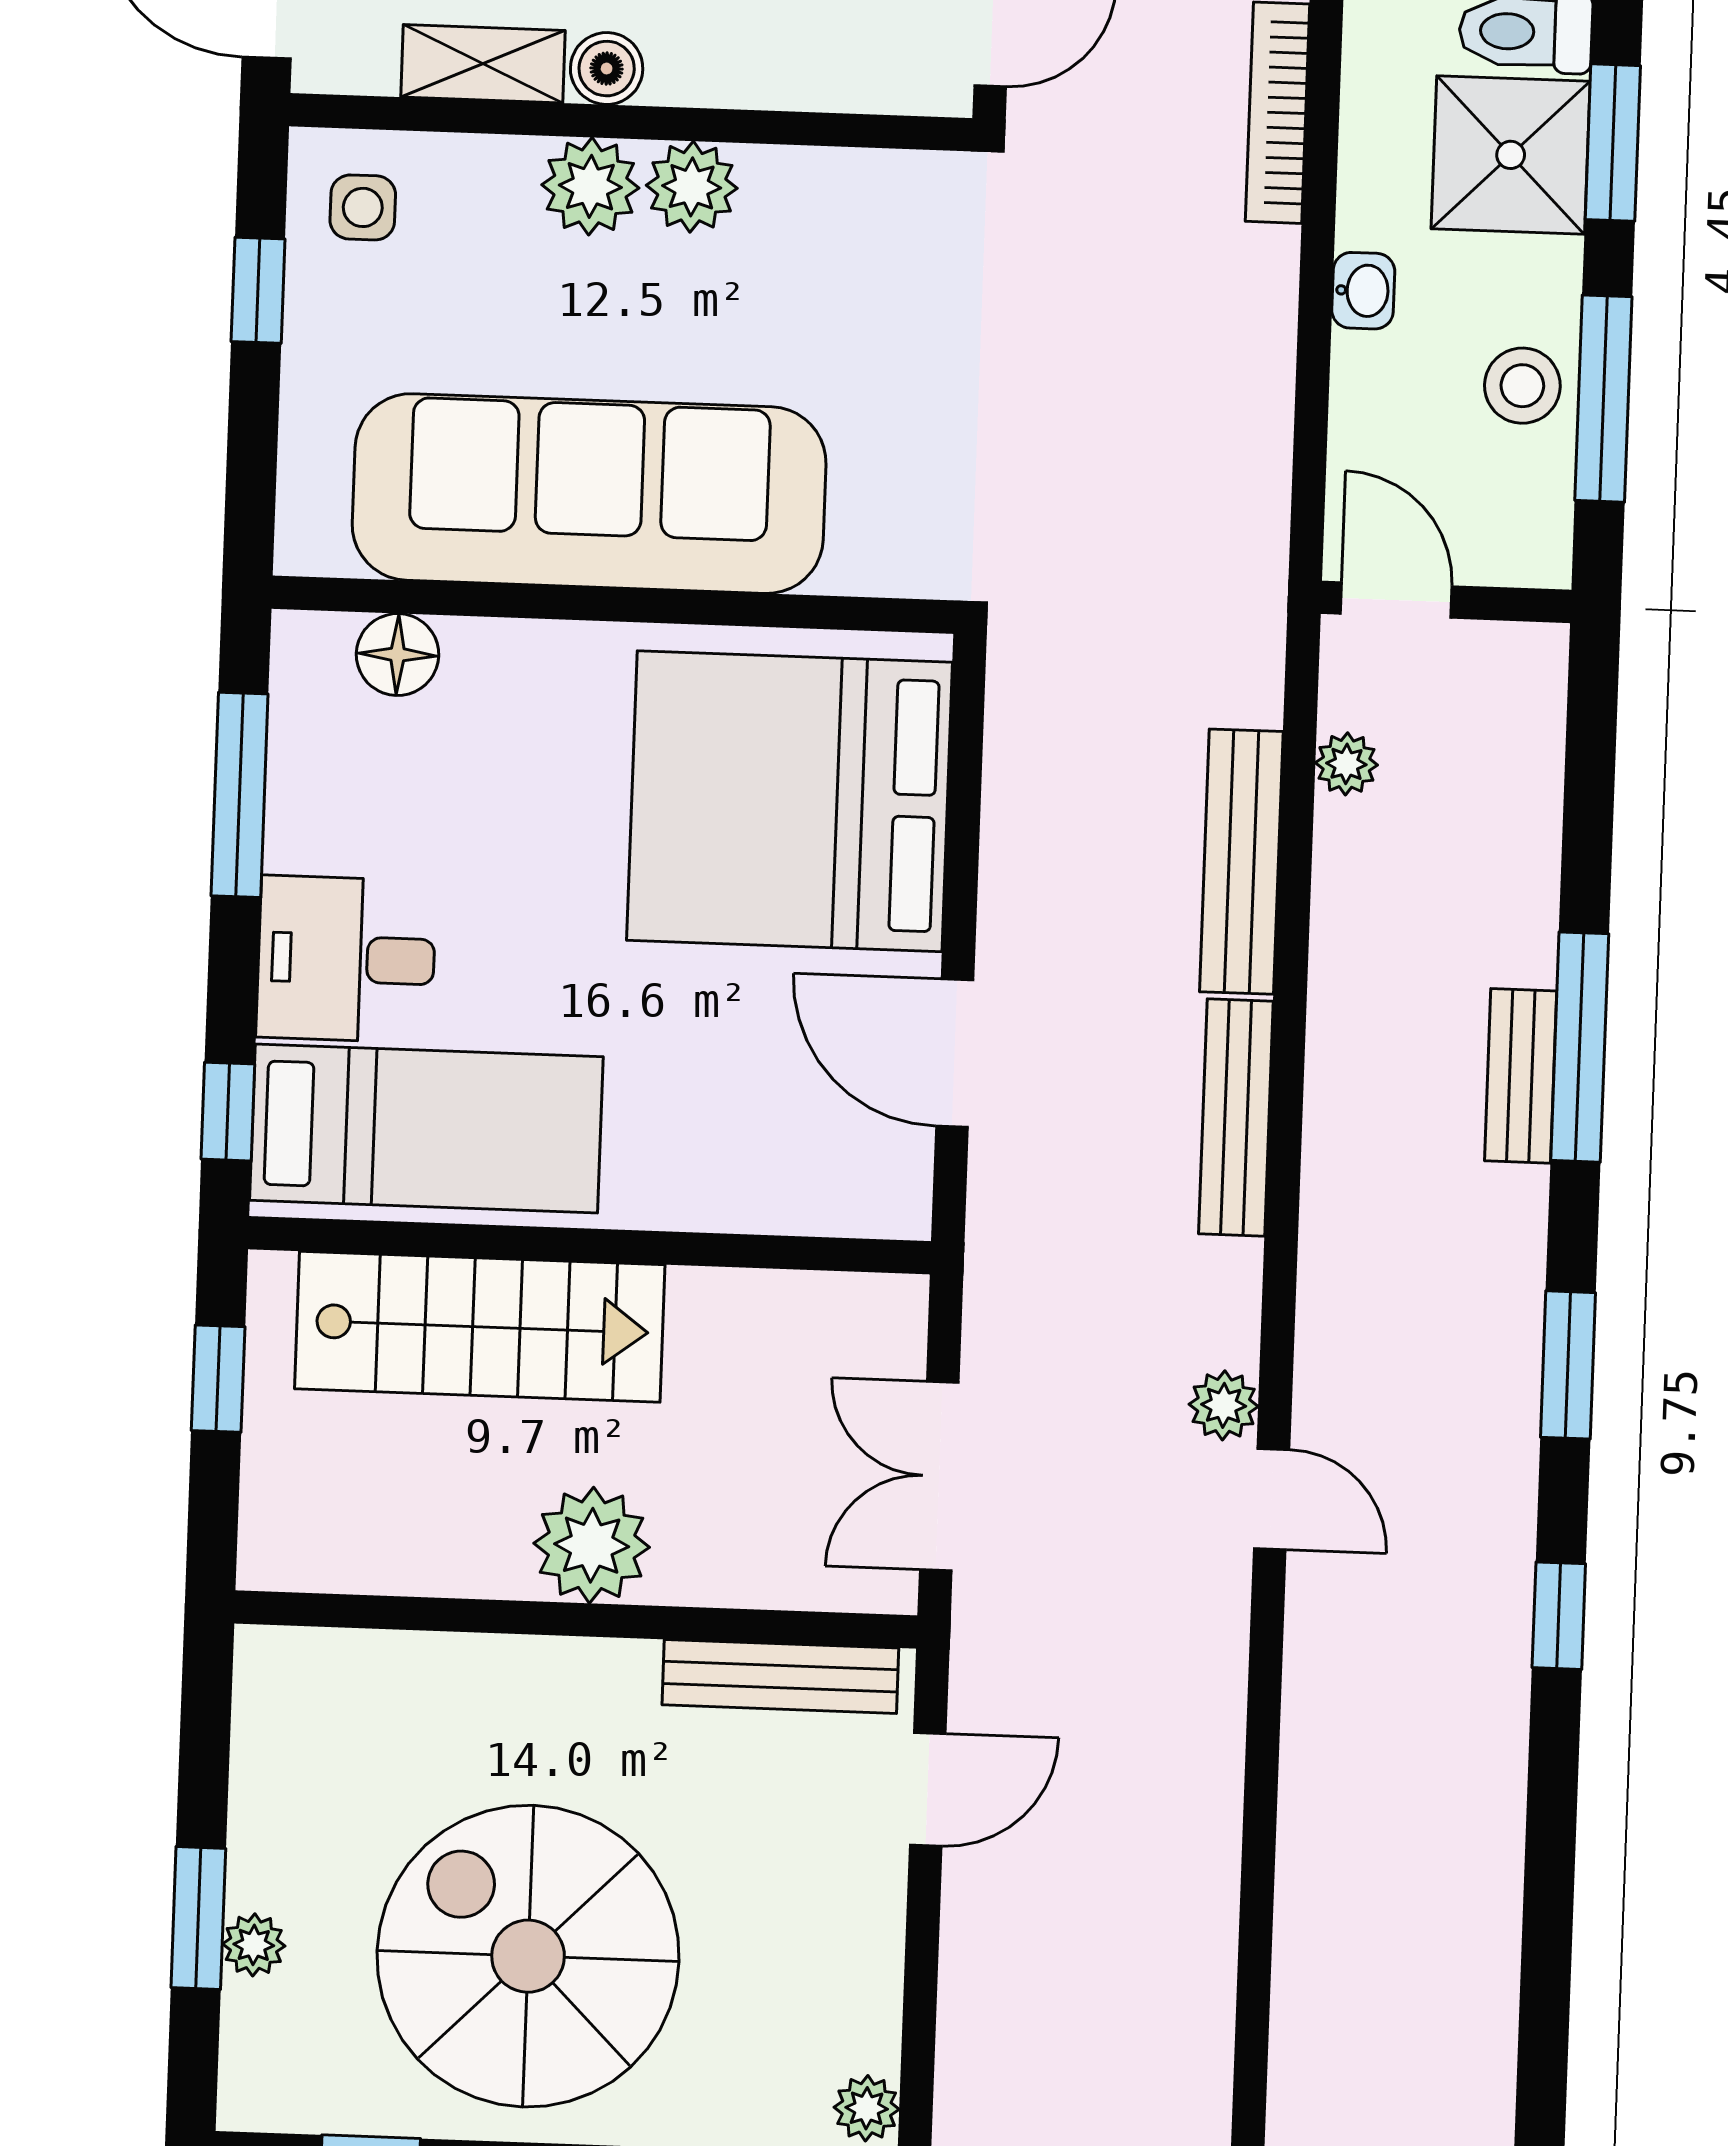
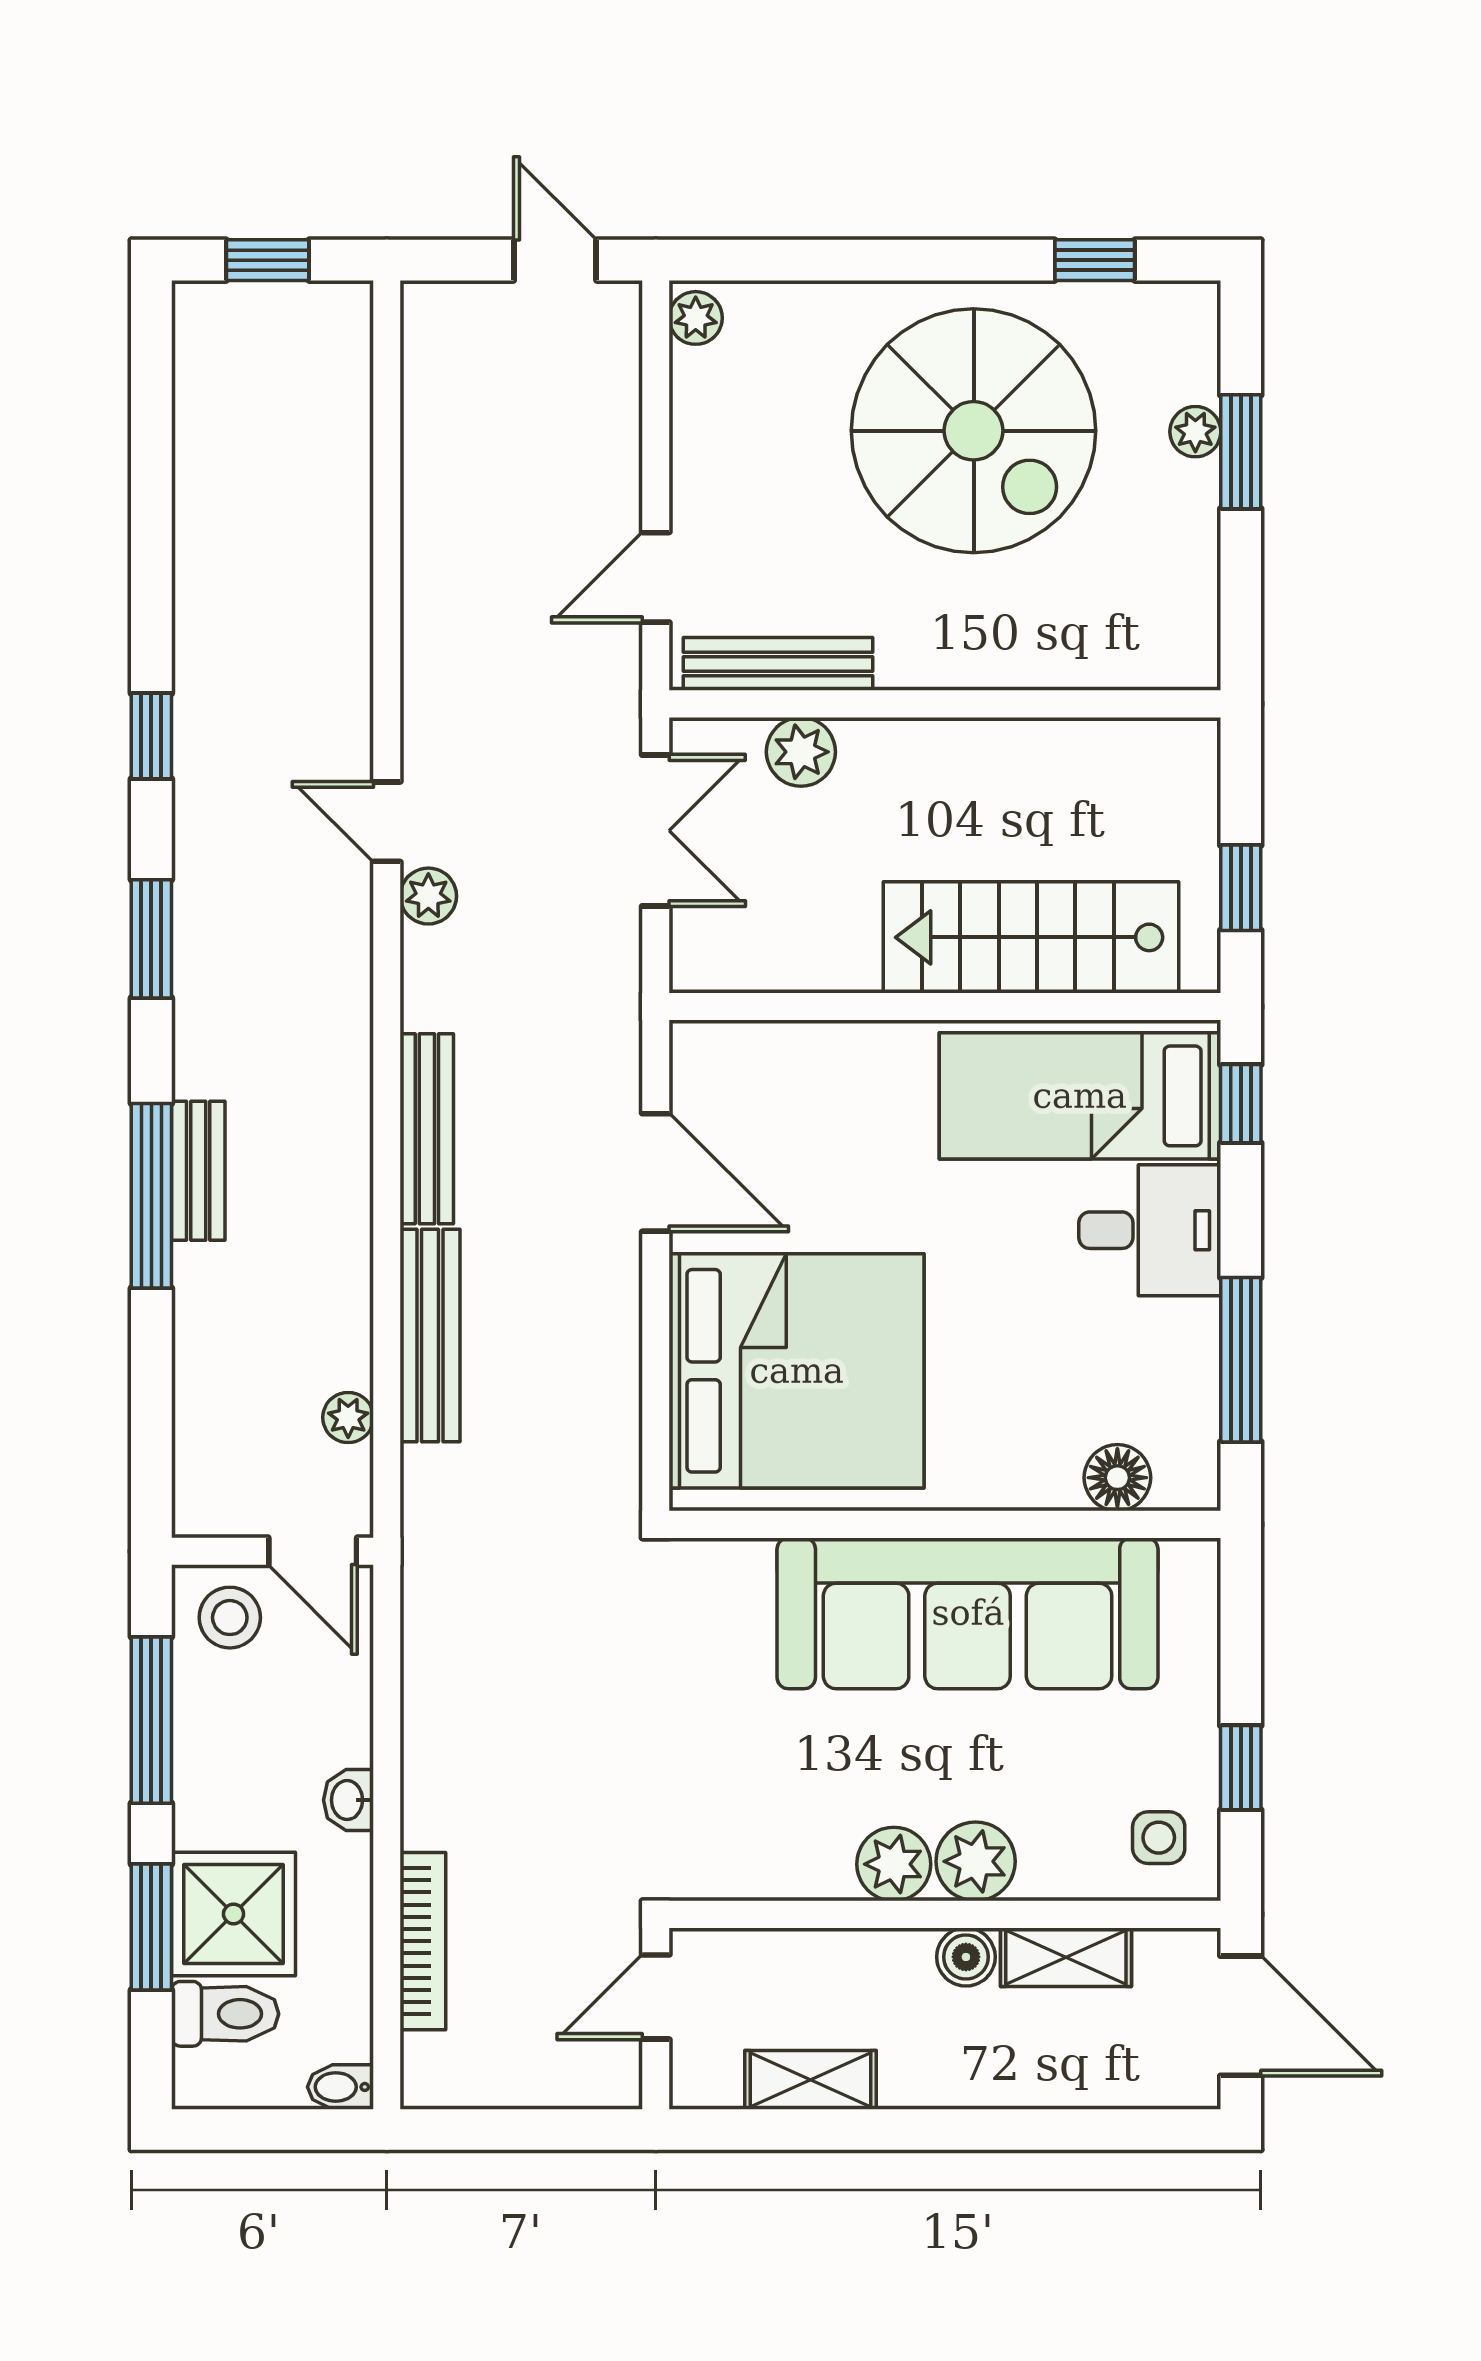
stool: (1522, 386) -> (230, 1618), moved
plant: (592, 1545) -> (801, 752), moved, width x0.73, depth x0.73

